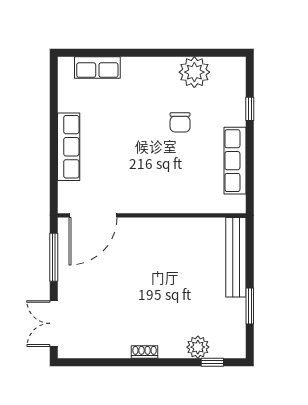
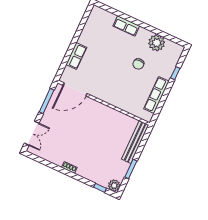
row of seats: (97, 67) -> (126, 26), moved
row of seats: (69, 147) -> (76, 56), width x0.68
double door: (54, 323) -> (32, 133), swing flipped
plant: (198, 347) -> (114, 185), moved

